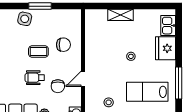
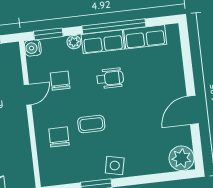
chair: (63, 45) -> (59, 137), turned 90
wheelchair: (35, 78) -> (110, 78), moved

